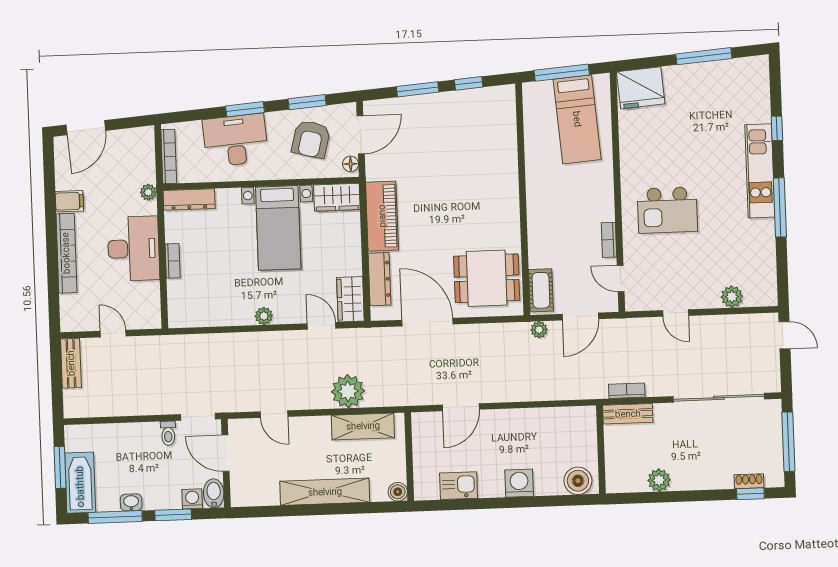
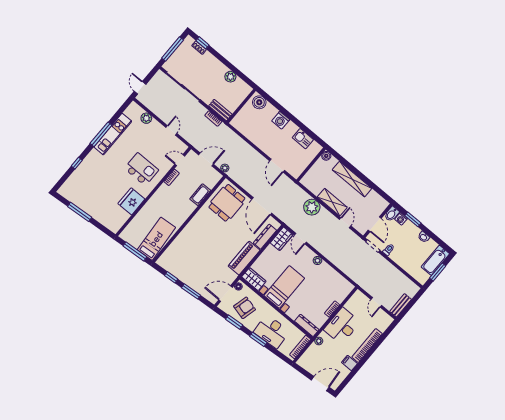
fridge: (641, 88) -> (131, 201), moved, turned -86
bed: (577, 119) -> (156, 239), moved
kitchen unit: (760, 171) -> (113, 134), moved
dining table: (487, 278) -> (227, 203), turned 90
door: (621, 278) -> (180, 160), swing flipped
cot: (541, 290) -> (200, 195), moved
door: (461, 407) -> (277, 166), swing flipped
shelving: (363, 426) -> (332, 202), moved
window: (115, 517) -> (434, 237), removed

